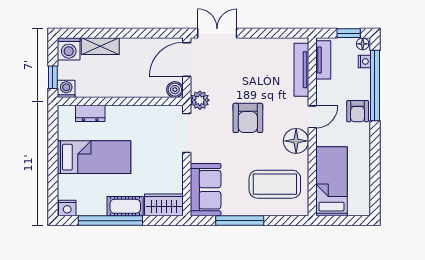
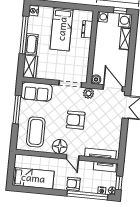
window: (53, 77) -> (120, 11), moved
bed: (331, 181) -> (33, 178), moved

